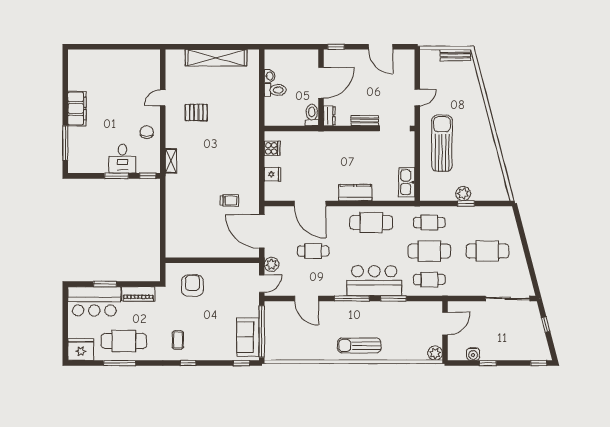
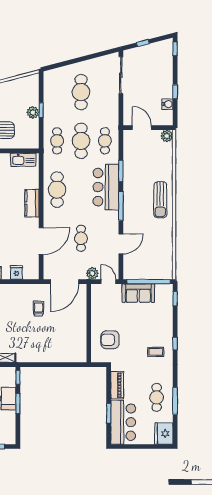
sofa: (248, 337) -> (138, 293), moved
cafe table: (124, 341) -> (157, 397), width x0.73, depth x0.74

